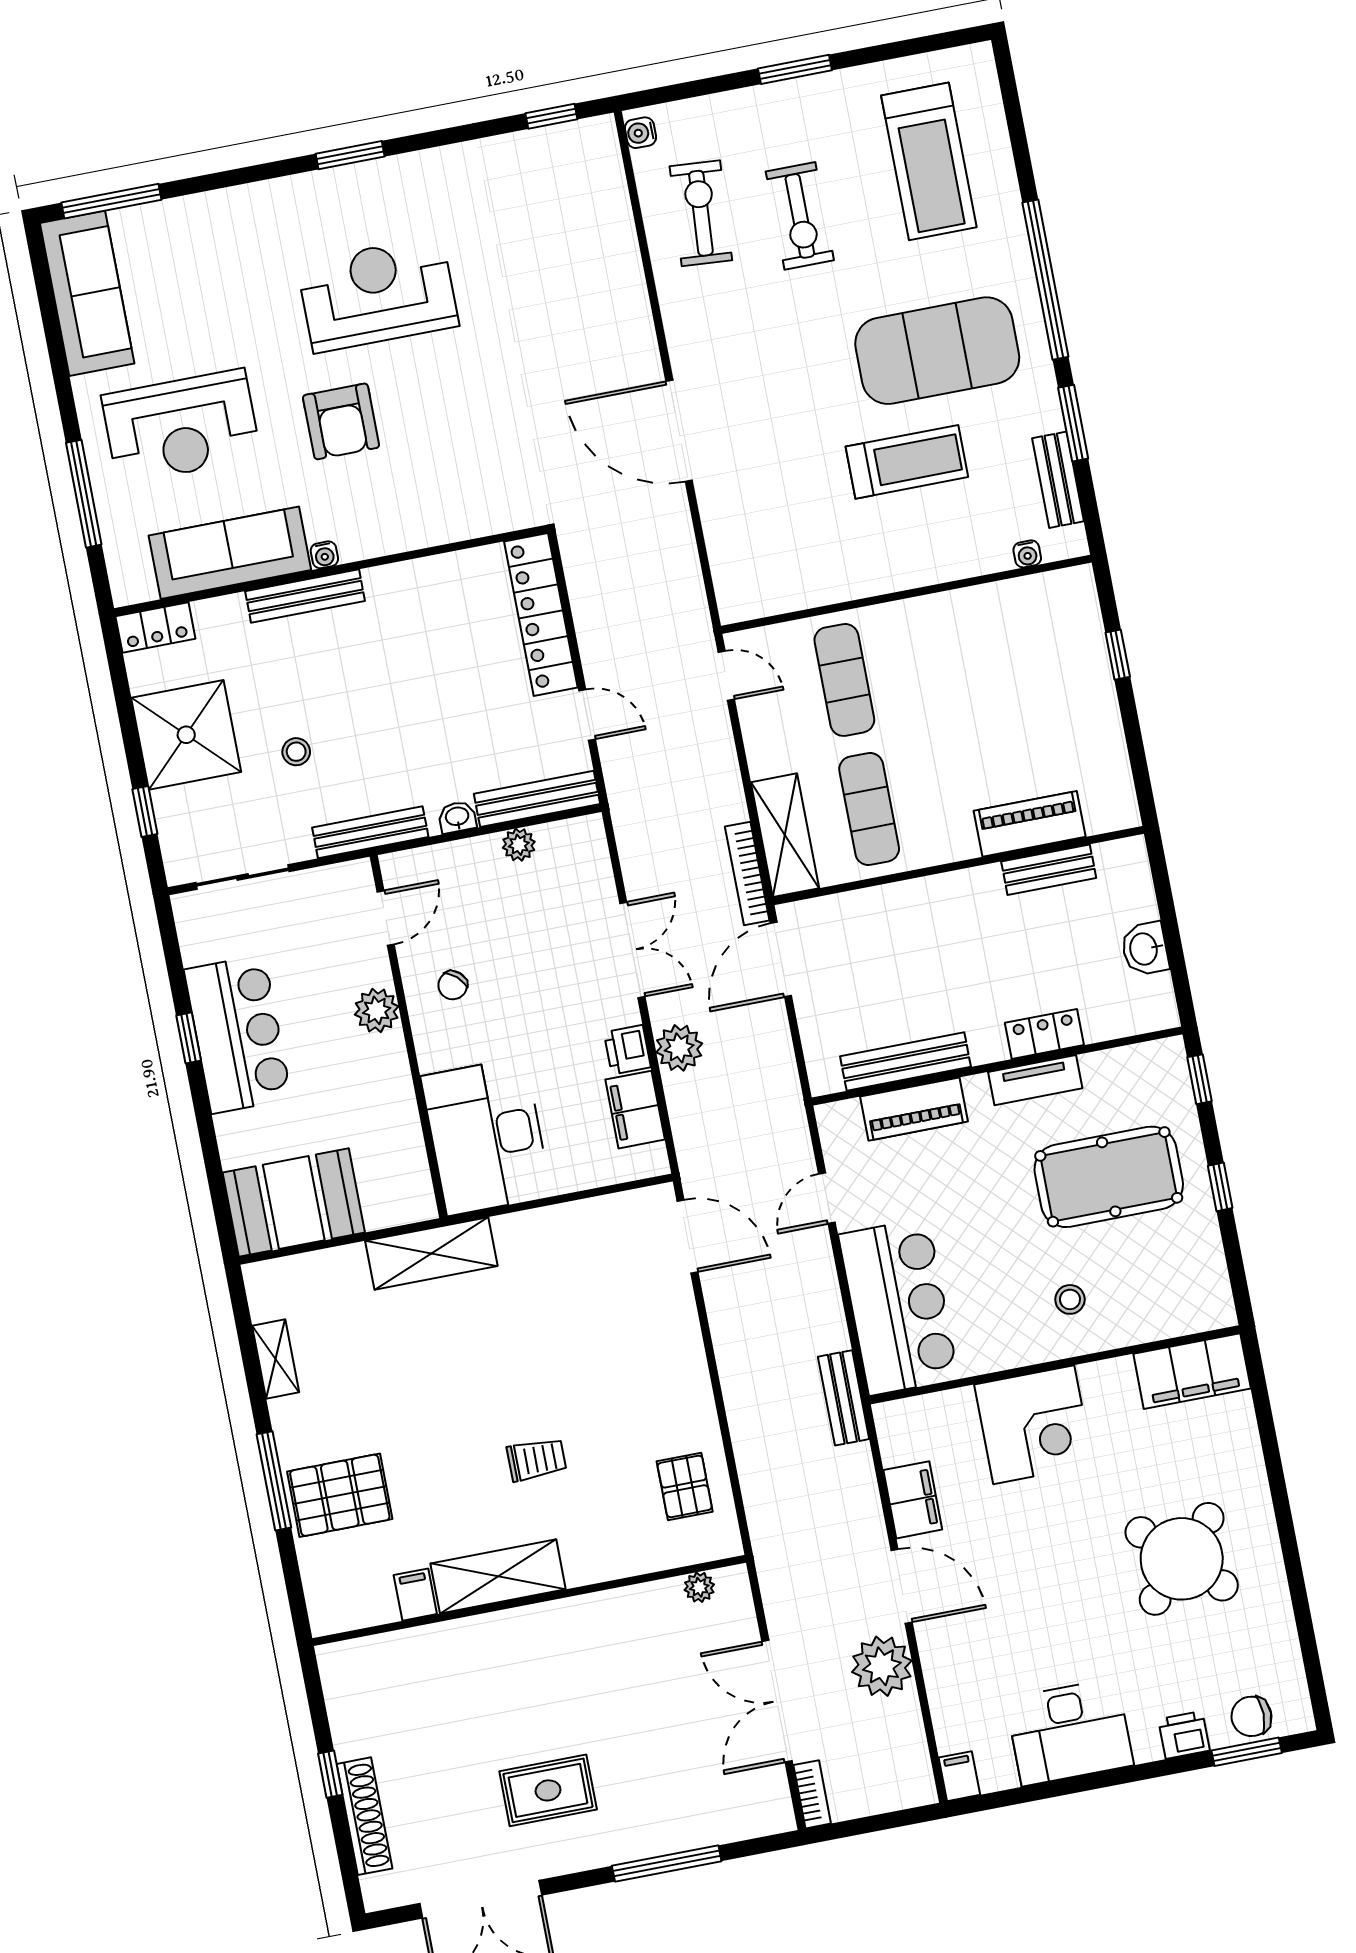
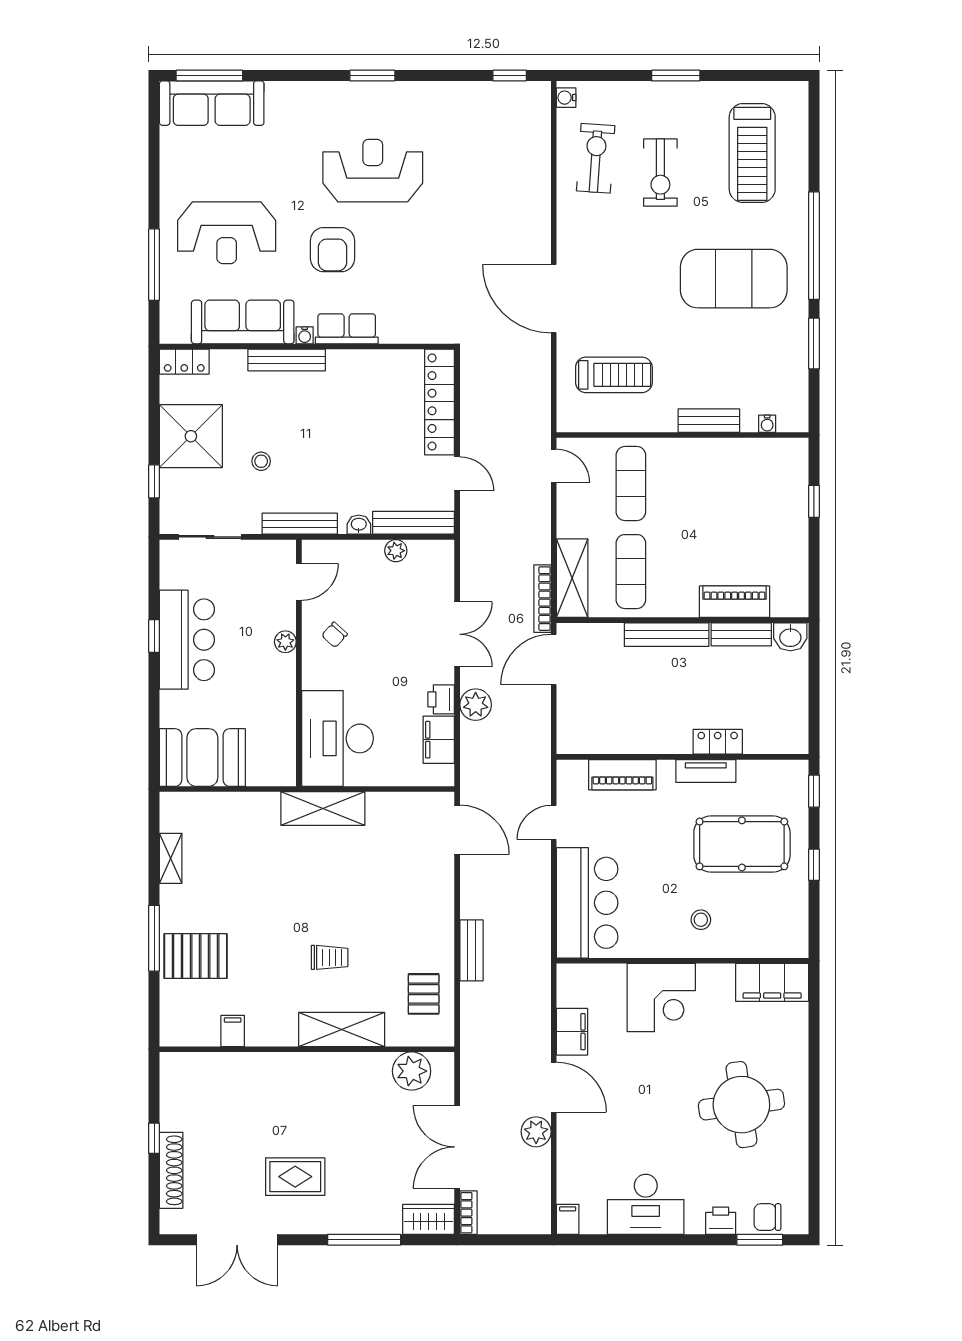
sofa: (87, 293) -> (212, 103), moved, turned 90
treadmill: (907, 462) -> (614, 375), moved
bench: (1058, 480) -> (709, 421), moved, turned 90
row of seats: (384, 533) -> (347, 329), added
washbasin: (1145, 949) -> (790, 637), moved, turned -90
plant: (377, 1010) -> (285, 642), width x0.73, depth x0.73
bench: (905, 1062) -> (667, 635), moved
shelving: (431, 1253) -> (323, 809), moved
bench: (844, 1398) -> (471, 950), moved
round table: (1182, 1559) -> (741, 1105), turned 38
shelving: (498, 1576) -> (342, 1029), moved
plant: (699, 1587) -> (412, 1071), width x1.88, depth x1.88
plant: (882, 1666) -> (536, 1132), width x0.73, depth x0.73
wardrobe: (756, 1815) -> (429, 1219), added

